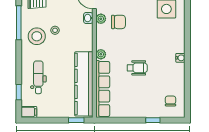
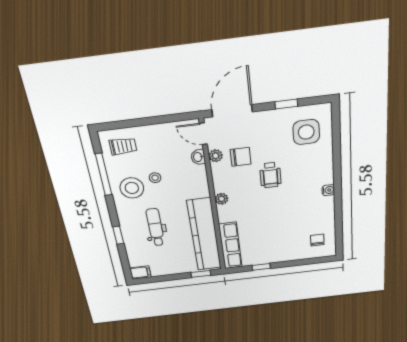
wheelchair: (137, 68) -> (270, 175), moved, turned 90
dental chair: (38, 77) -> (155, 227), moved
row of seats: (103, 89) -> (230, 246), width x0.73
window: (19, 92) -> (118, 235), moved
window: (153, 120) -> (261, 267), moved

